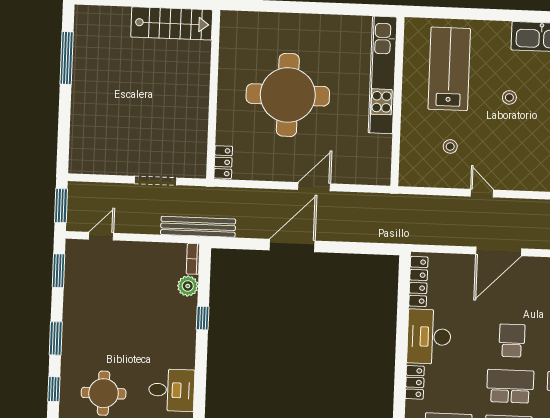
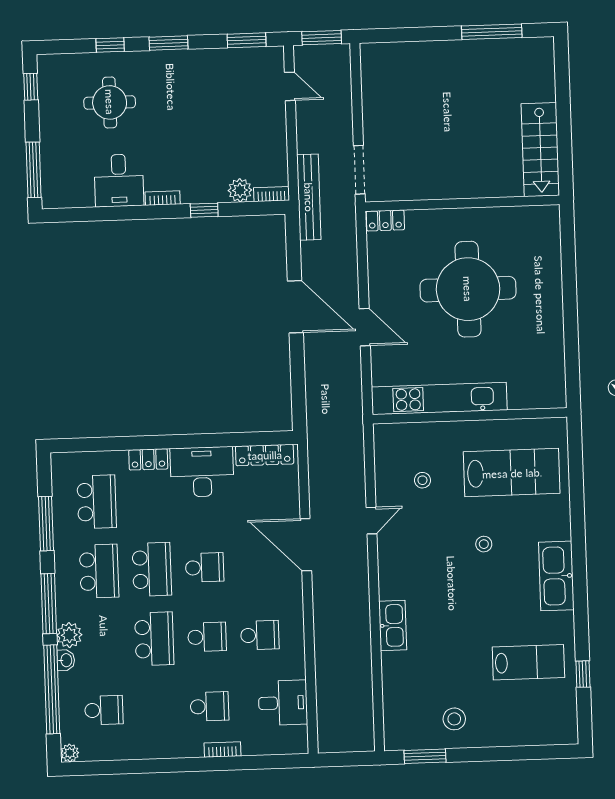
kitchen unit: (383, 75) -> (439, 398), moved
doorway: (156, 181) -> (359, 170), moved
bookcase: (190, 353) -> (163, 198), added

